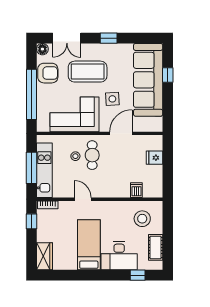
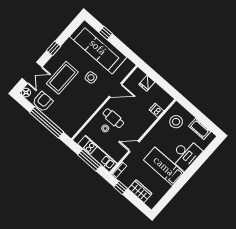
corner sofa: (75, 114) -> (80, 107), removed
door: (121, 133) -> (115, 90), swing flipped
wardrobe: (45, 256) -> (140, 191), moved
window: (138, 275) -> (207, 153), removed

